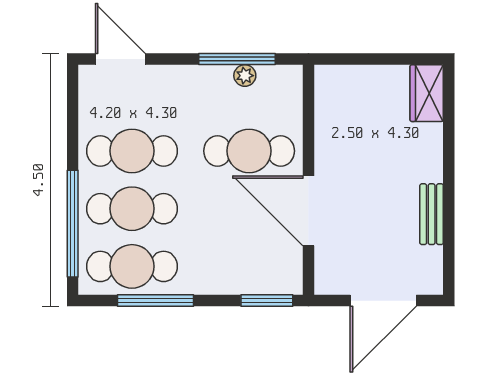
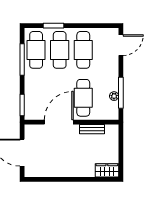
bench: (432, 214) -> (92, 129), moved
window: (73, 224) -> (54, 26), width x0.47

